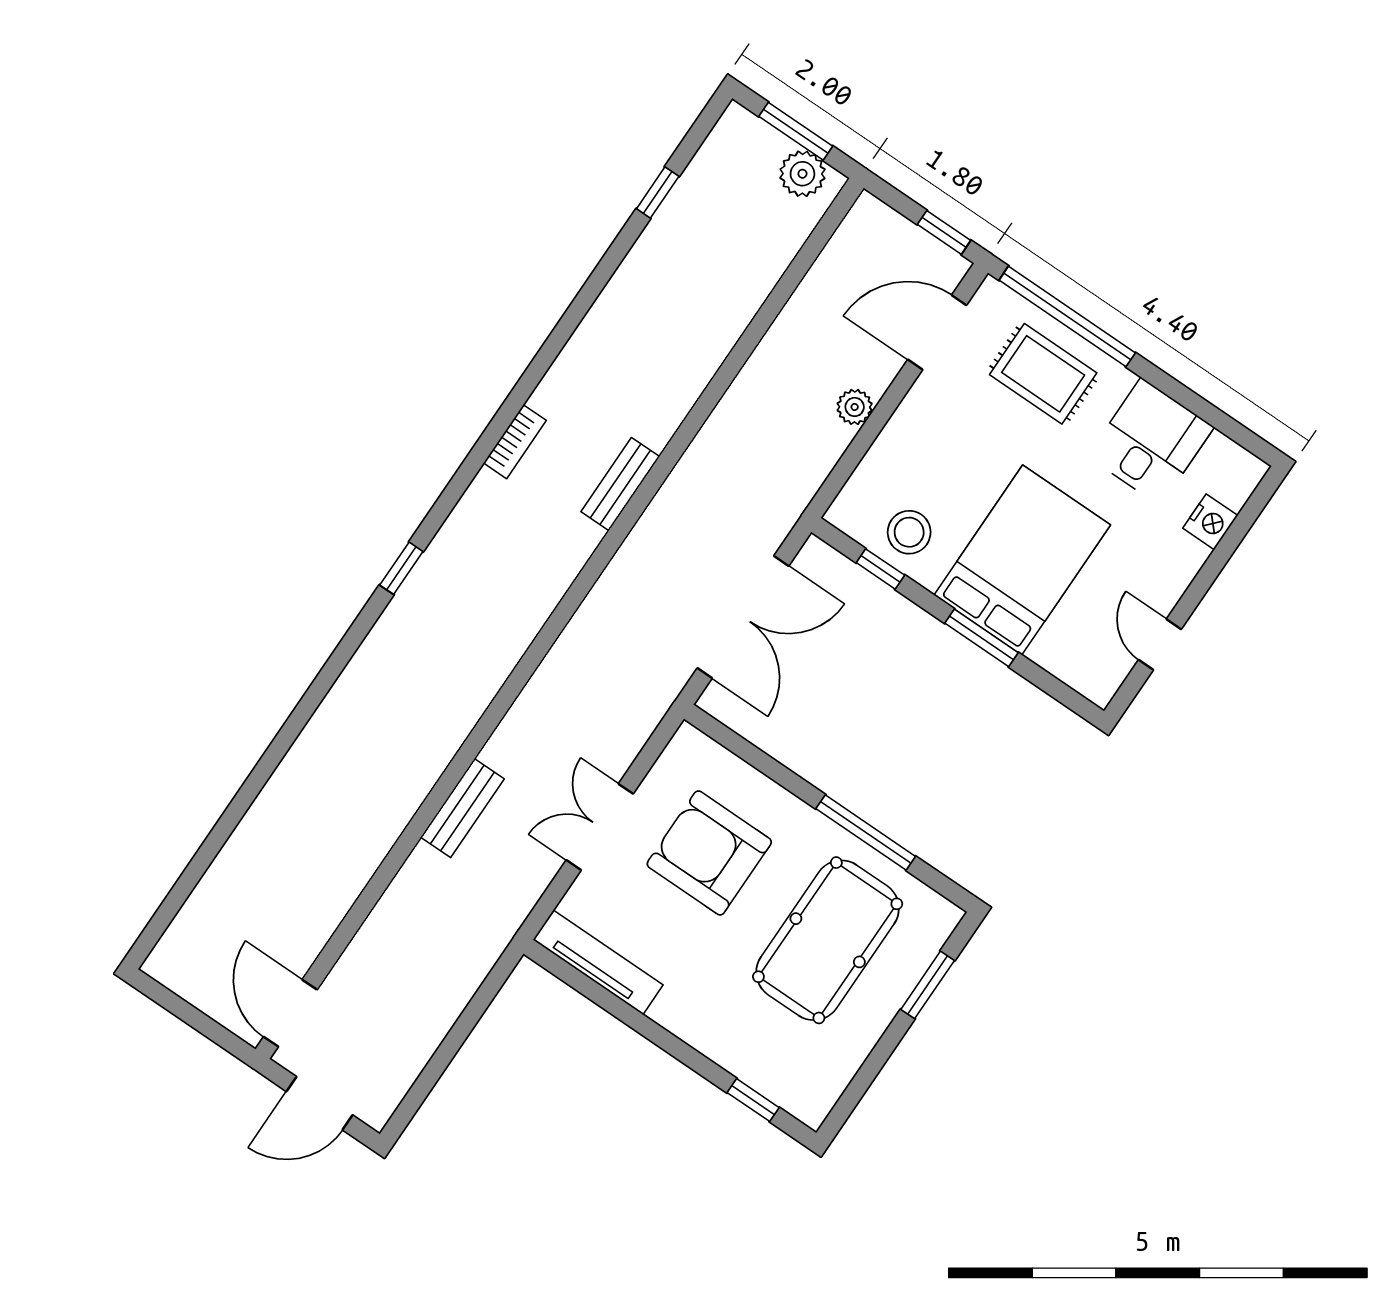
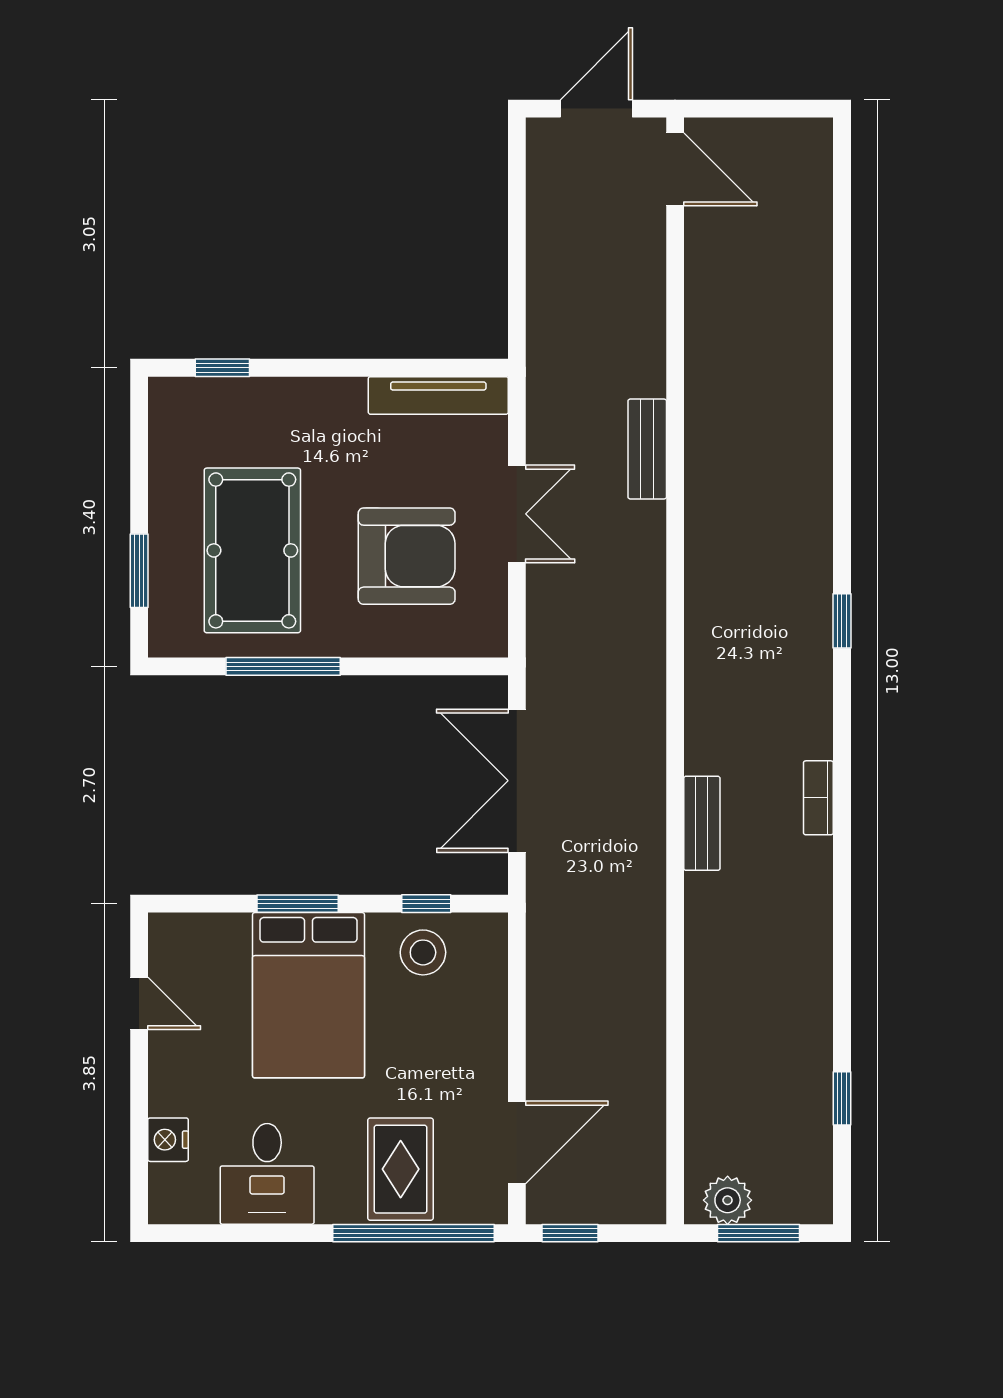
rug: (1043, 374) -> (401, 1169), turned 90
plant: (855, 407) -> (544, 1029), removed

